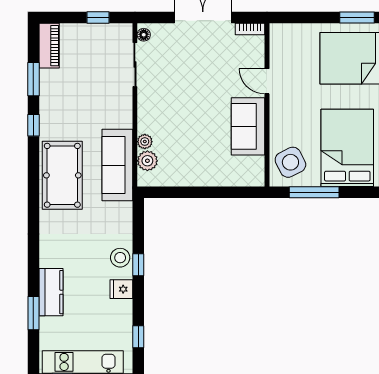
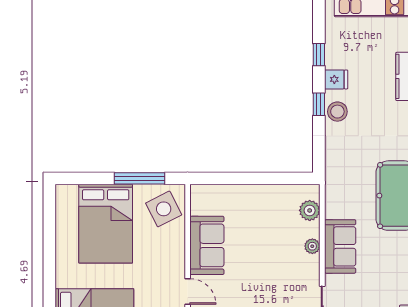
plant: (145, 142) -> (312, 246), moved
sofa: (117, 165) -> (340, 246), moved, width x0.73
window: (138, 337) -> (319, 55), moved

